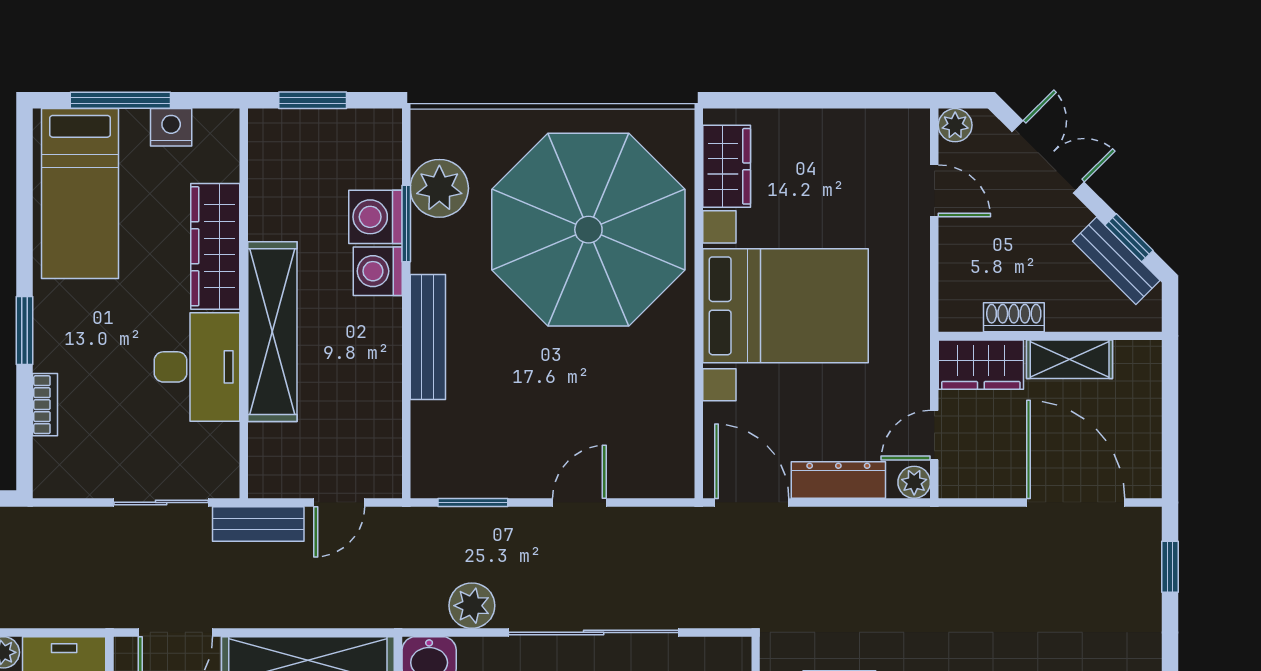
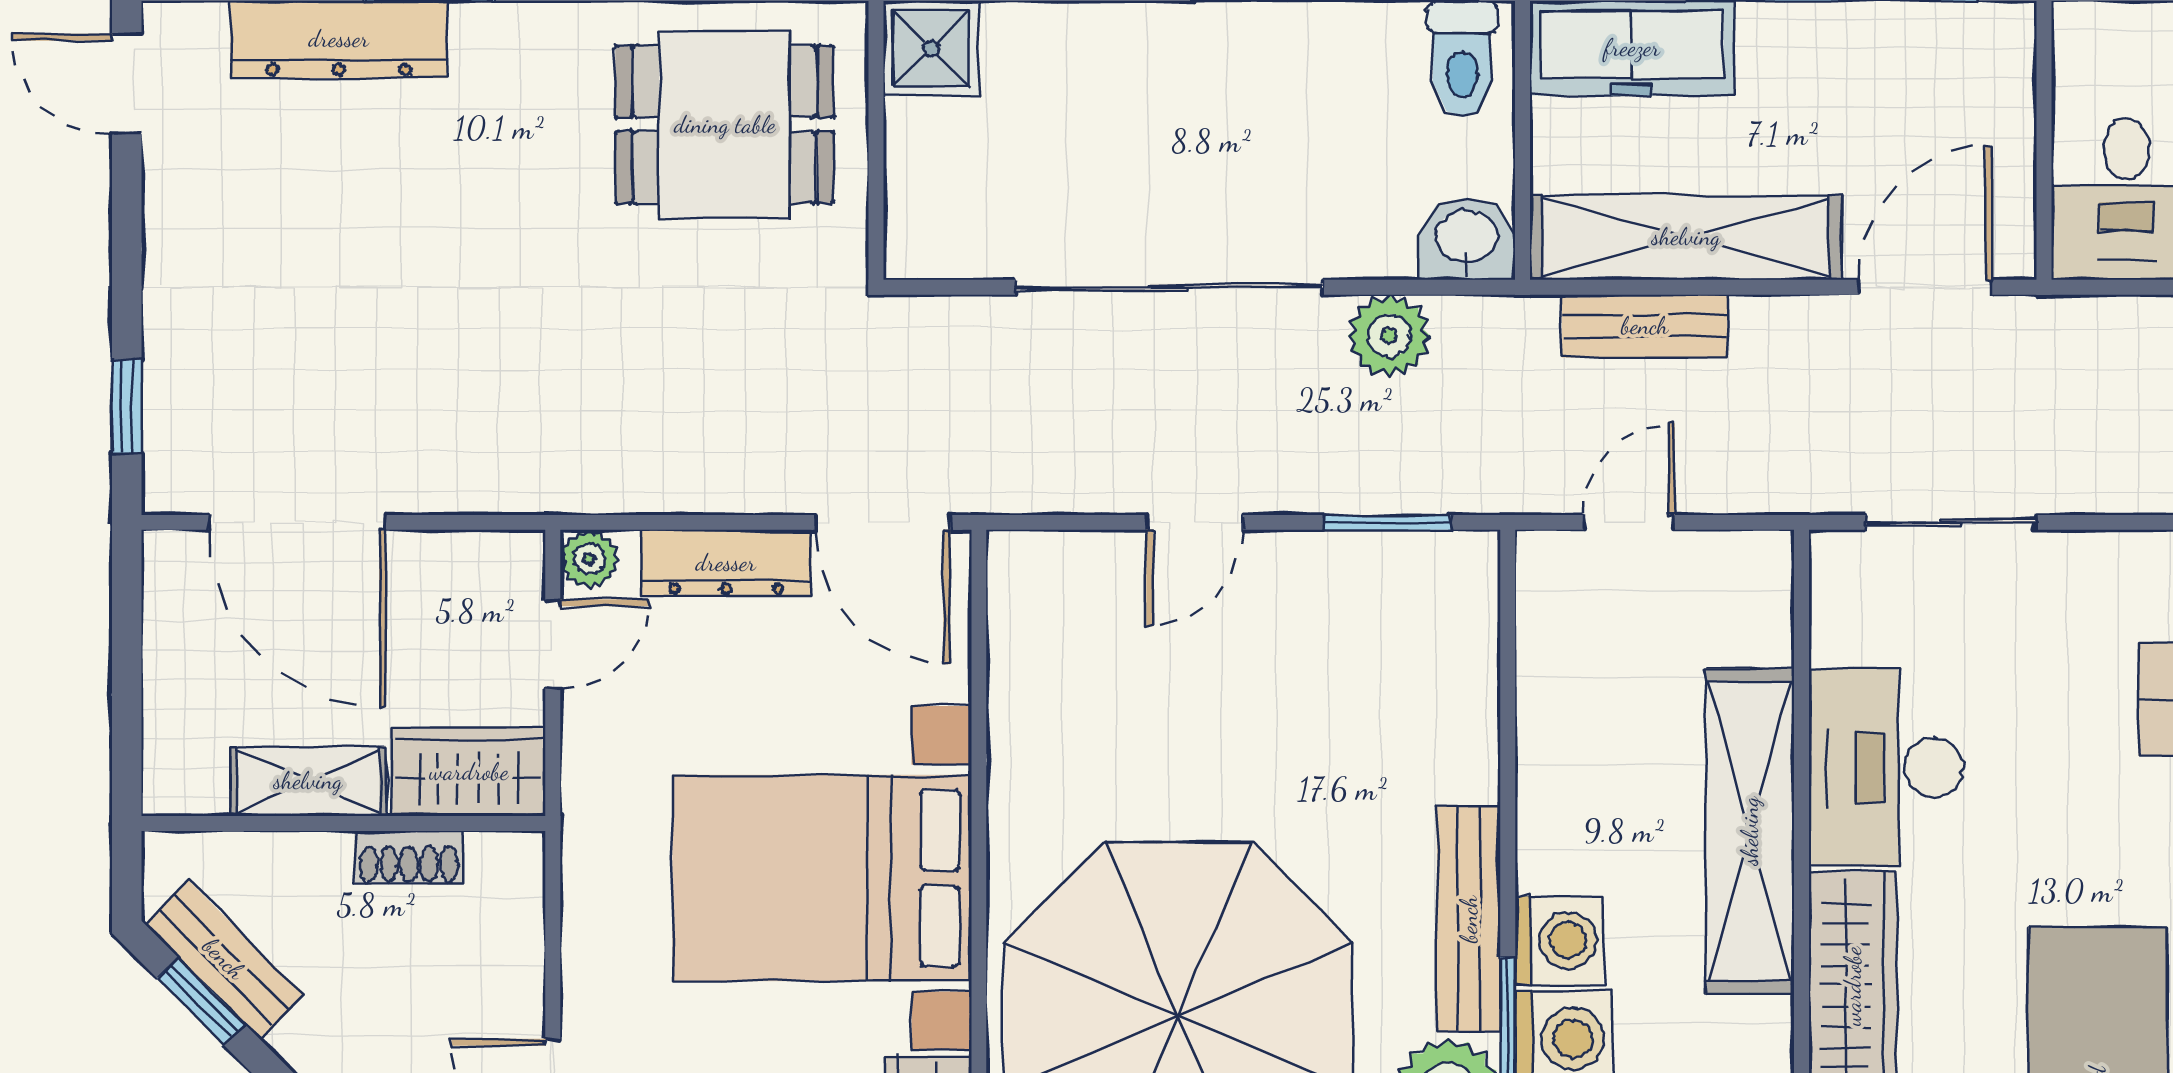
bench: (428, 337) -> (1469, 919), moved
bench: (258, 524) -> (1645, 326), moved

